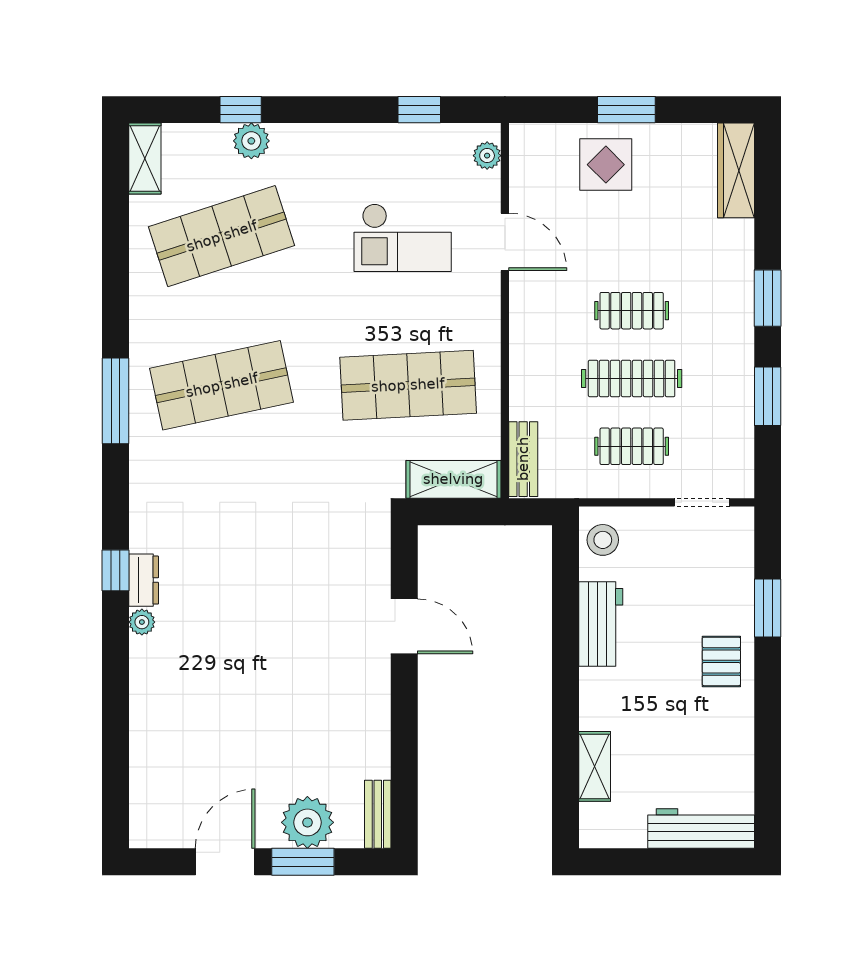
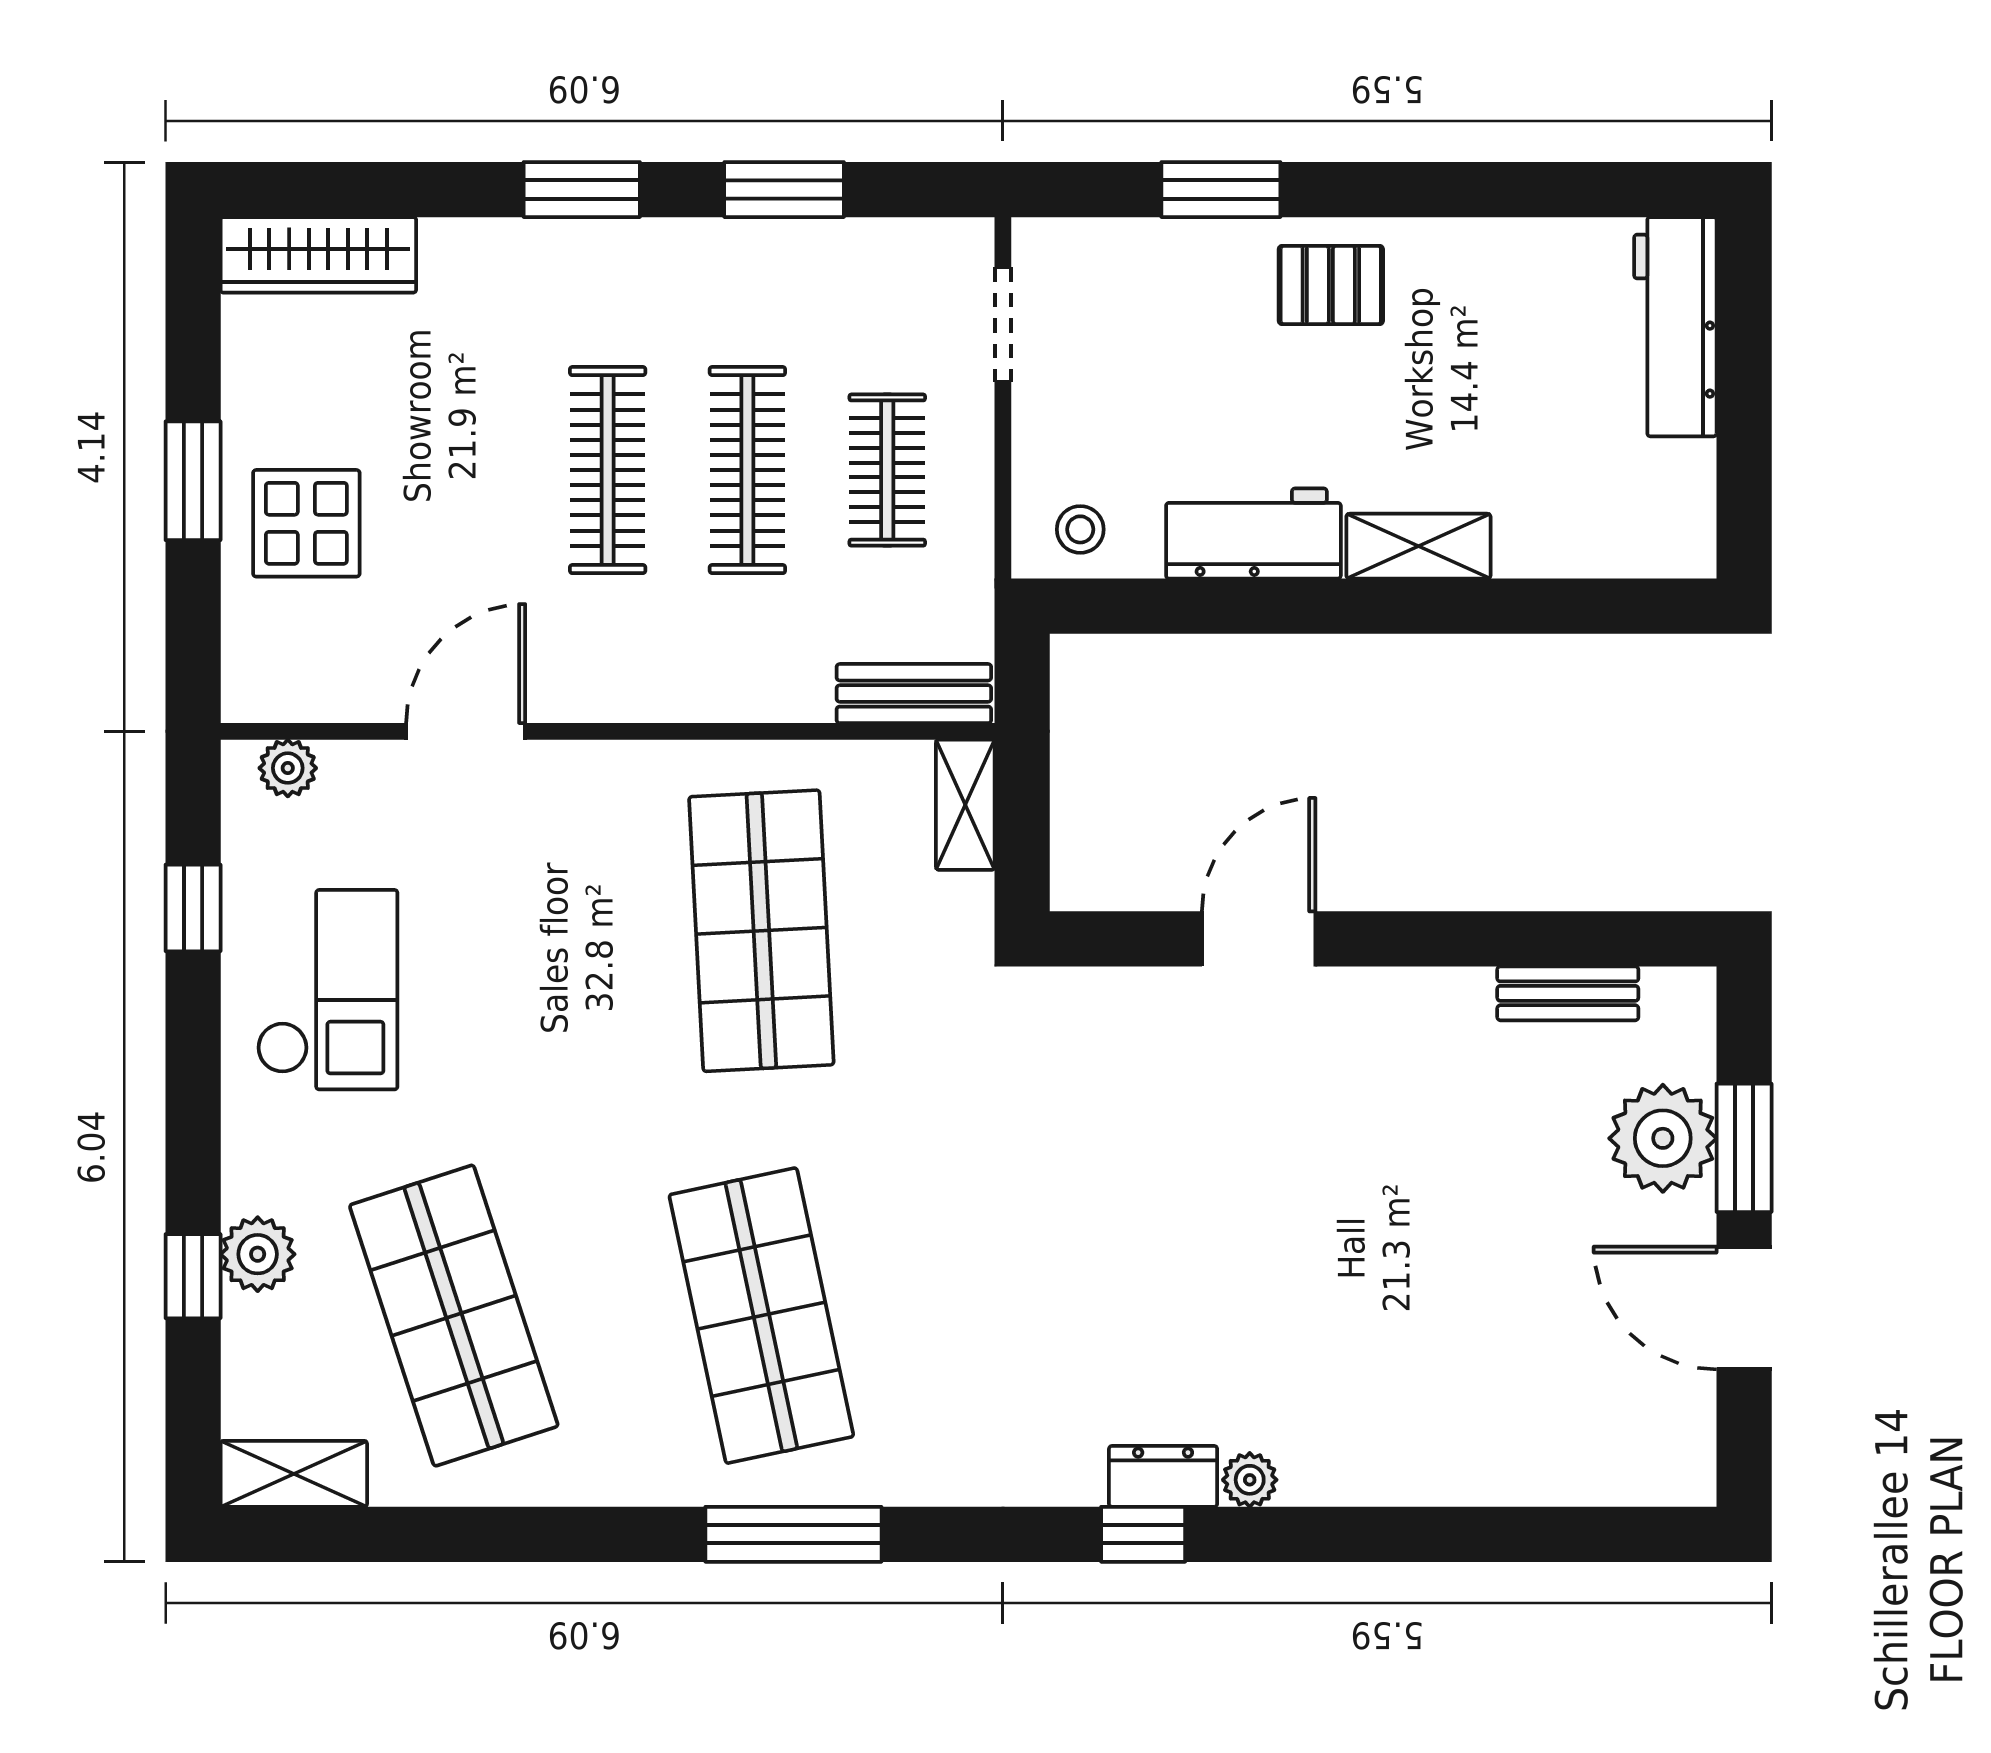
checkout: (403, 238) -> (327, 990), moved
clothes rail: (632, 311) -> (608, 470), width x1.36
shelving: (453, 479) -> (965, 805), width x0.67, depth x0.75
stool: (603, 540) -> (1080, 529), width x0.73, depth x0.73
shelving: (595, 766) -> (1418, 546), moved
bench: (378, 814) -> (1568, 993), moved

